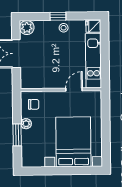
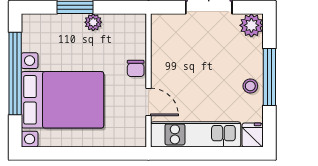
window: (58, 16) -> (269, 77), width x2.17
chair: (34, 104) -> (136, 68), moved
window: (58, 171) -> (15, 73), added

